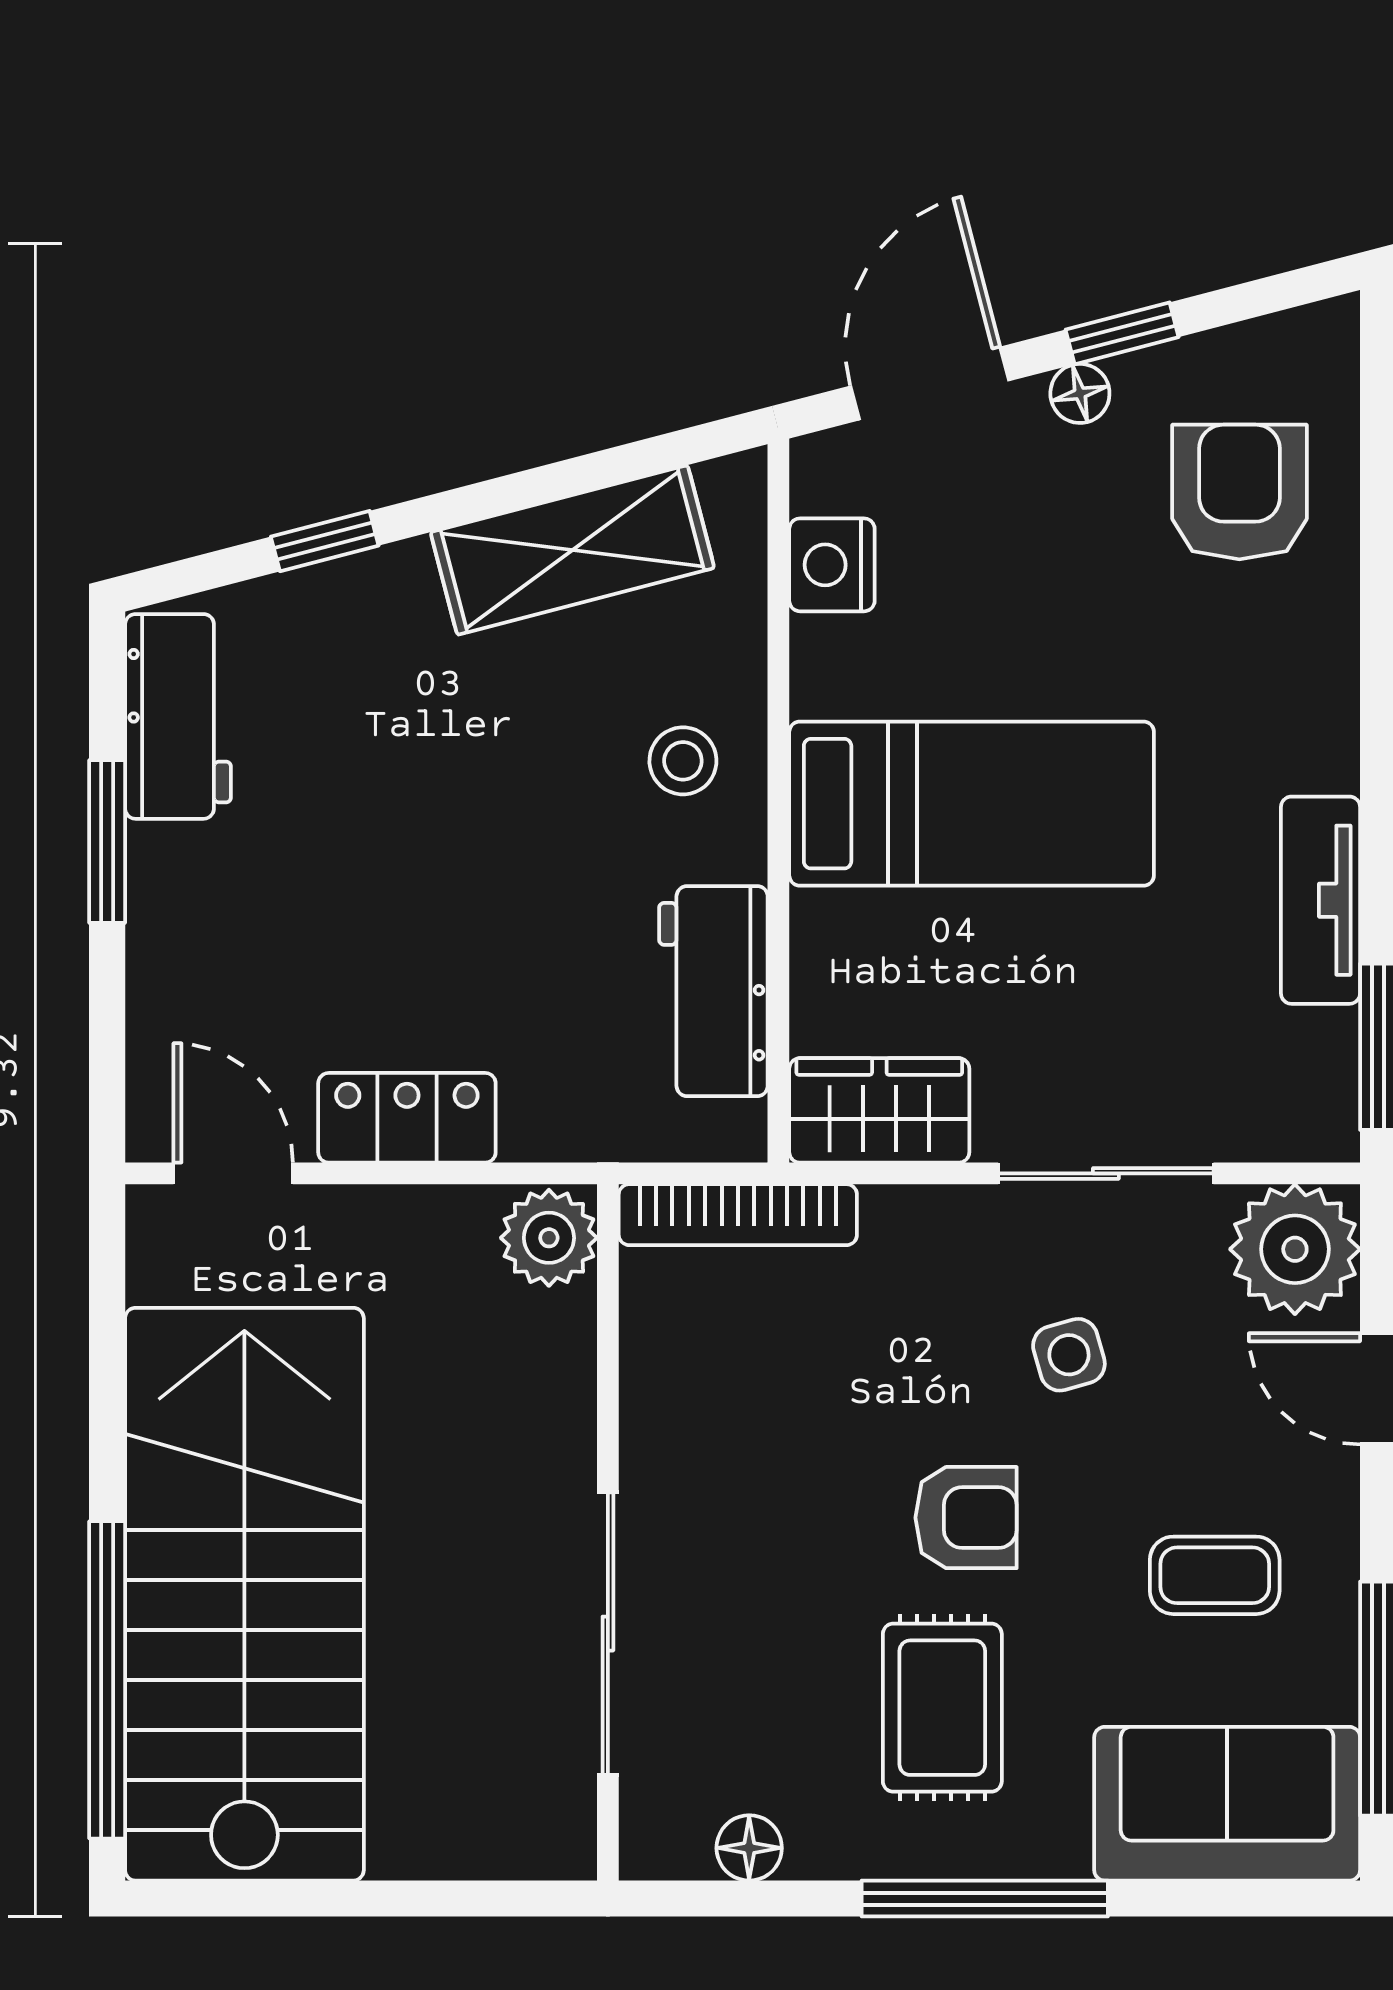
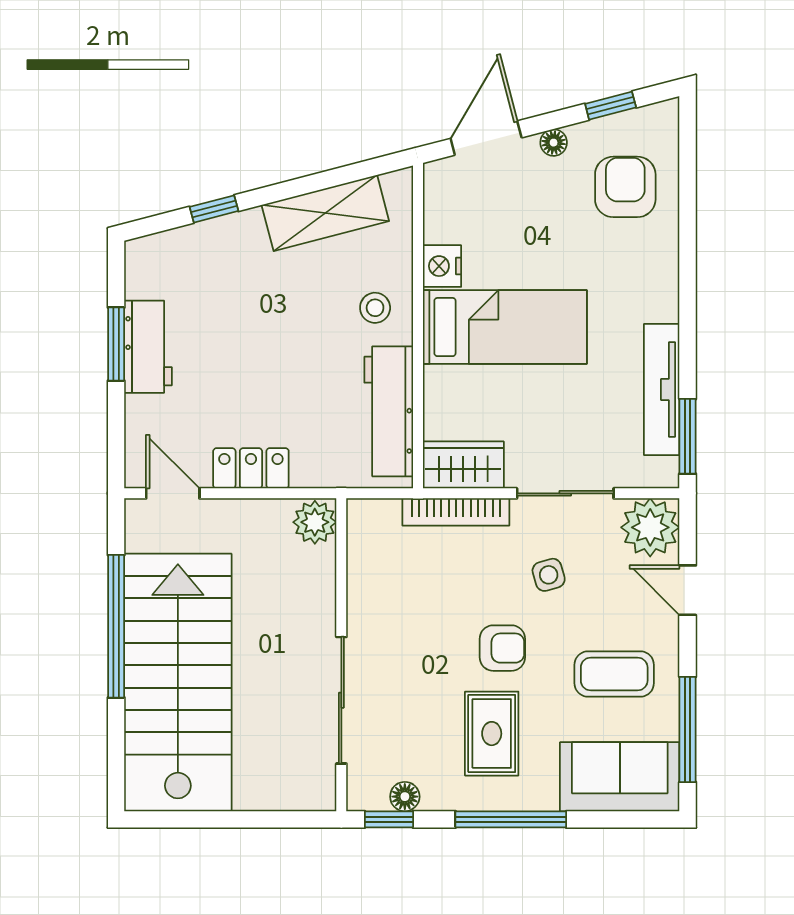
window: (1122, 333) -> (611, 106), moved
nightstand: (832, 565) -> (442, 266), moved
workbench: (178, 716) -> (148, 347), moved
tv unit: (1320, 900) -> (662, 390), width x1.41
workbench: (713, 991) -> (389, 411), width x1.38
bookcase: (738, 1215) -> (456, 512), moved
coffee table: (1215, 1575) -> (614, 674), width x1.36, depth x1.30
window: (107, 1680) -> (116, 626), moved
window: (714, 1899) -> (389, 819), added

